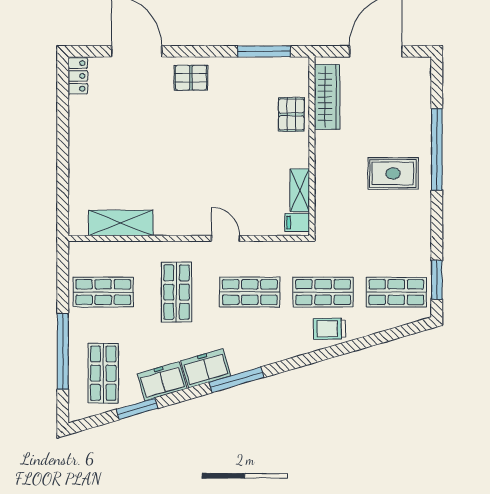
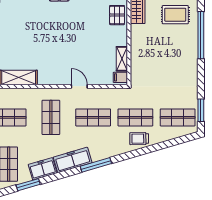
rug: (393, 173) -> (175, 15), moved
freezer: (206, 368) -> (73, 160), width x1.40
window: (236, 380) -> (96, 165), moved

